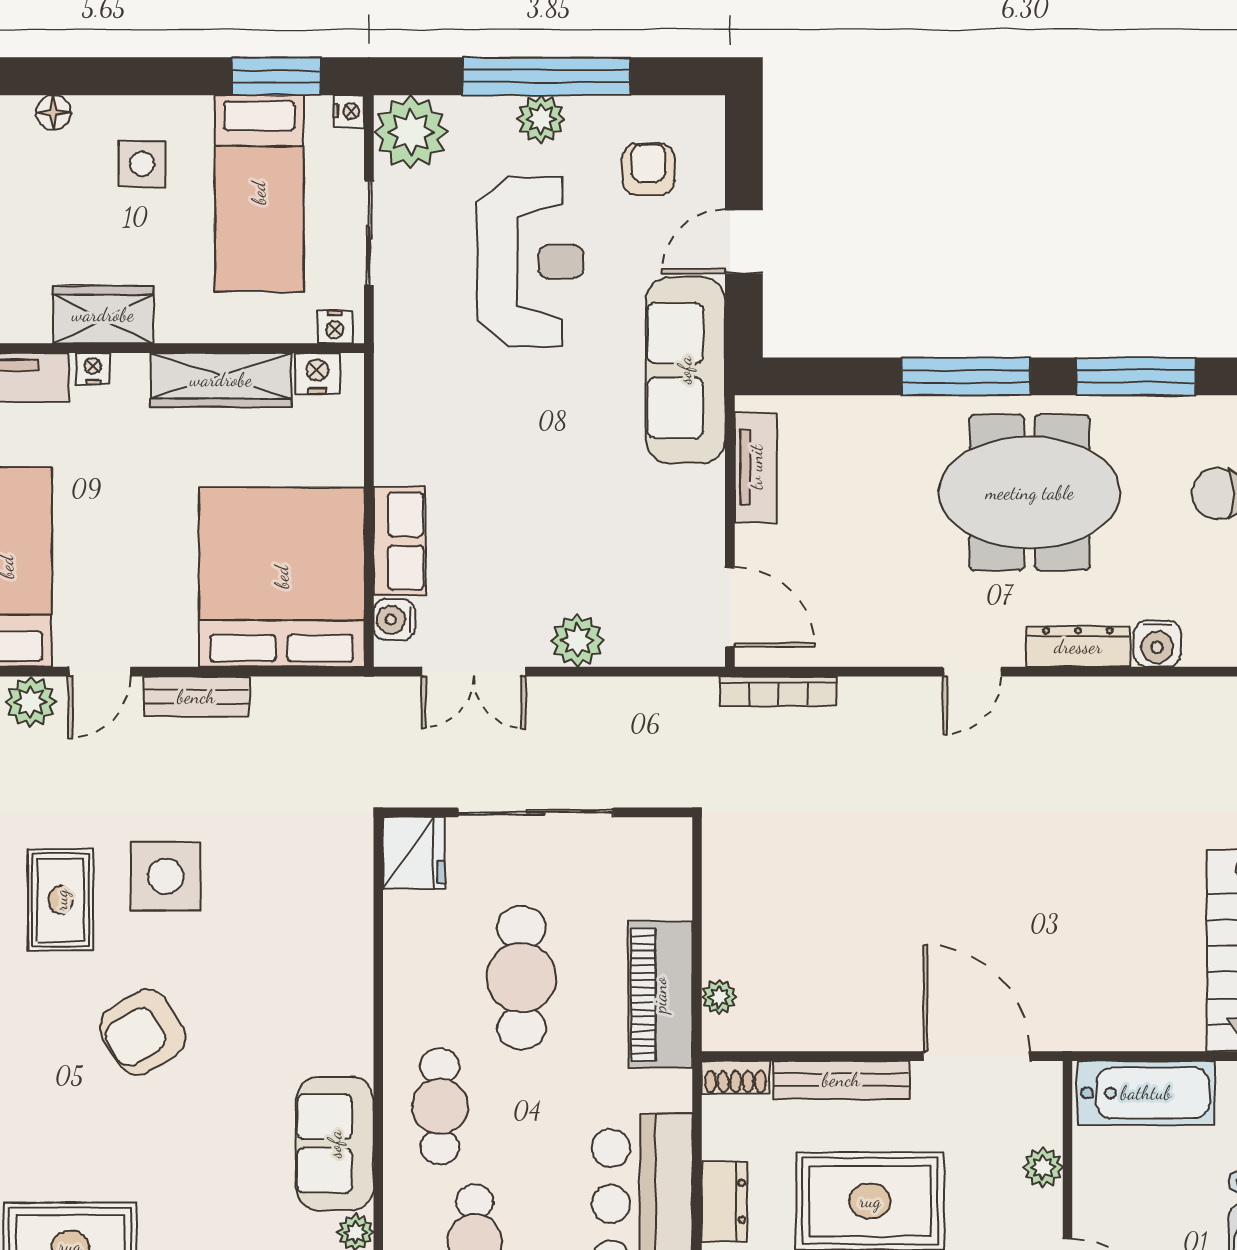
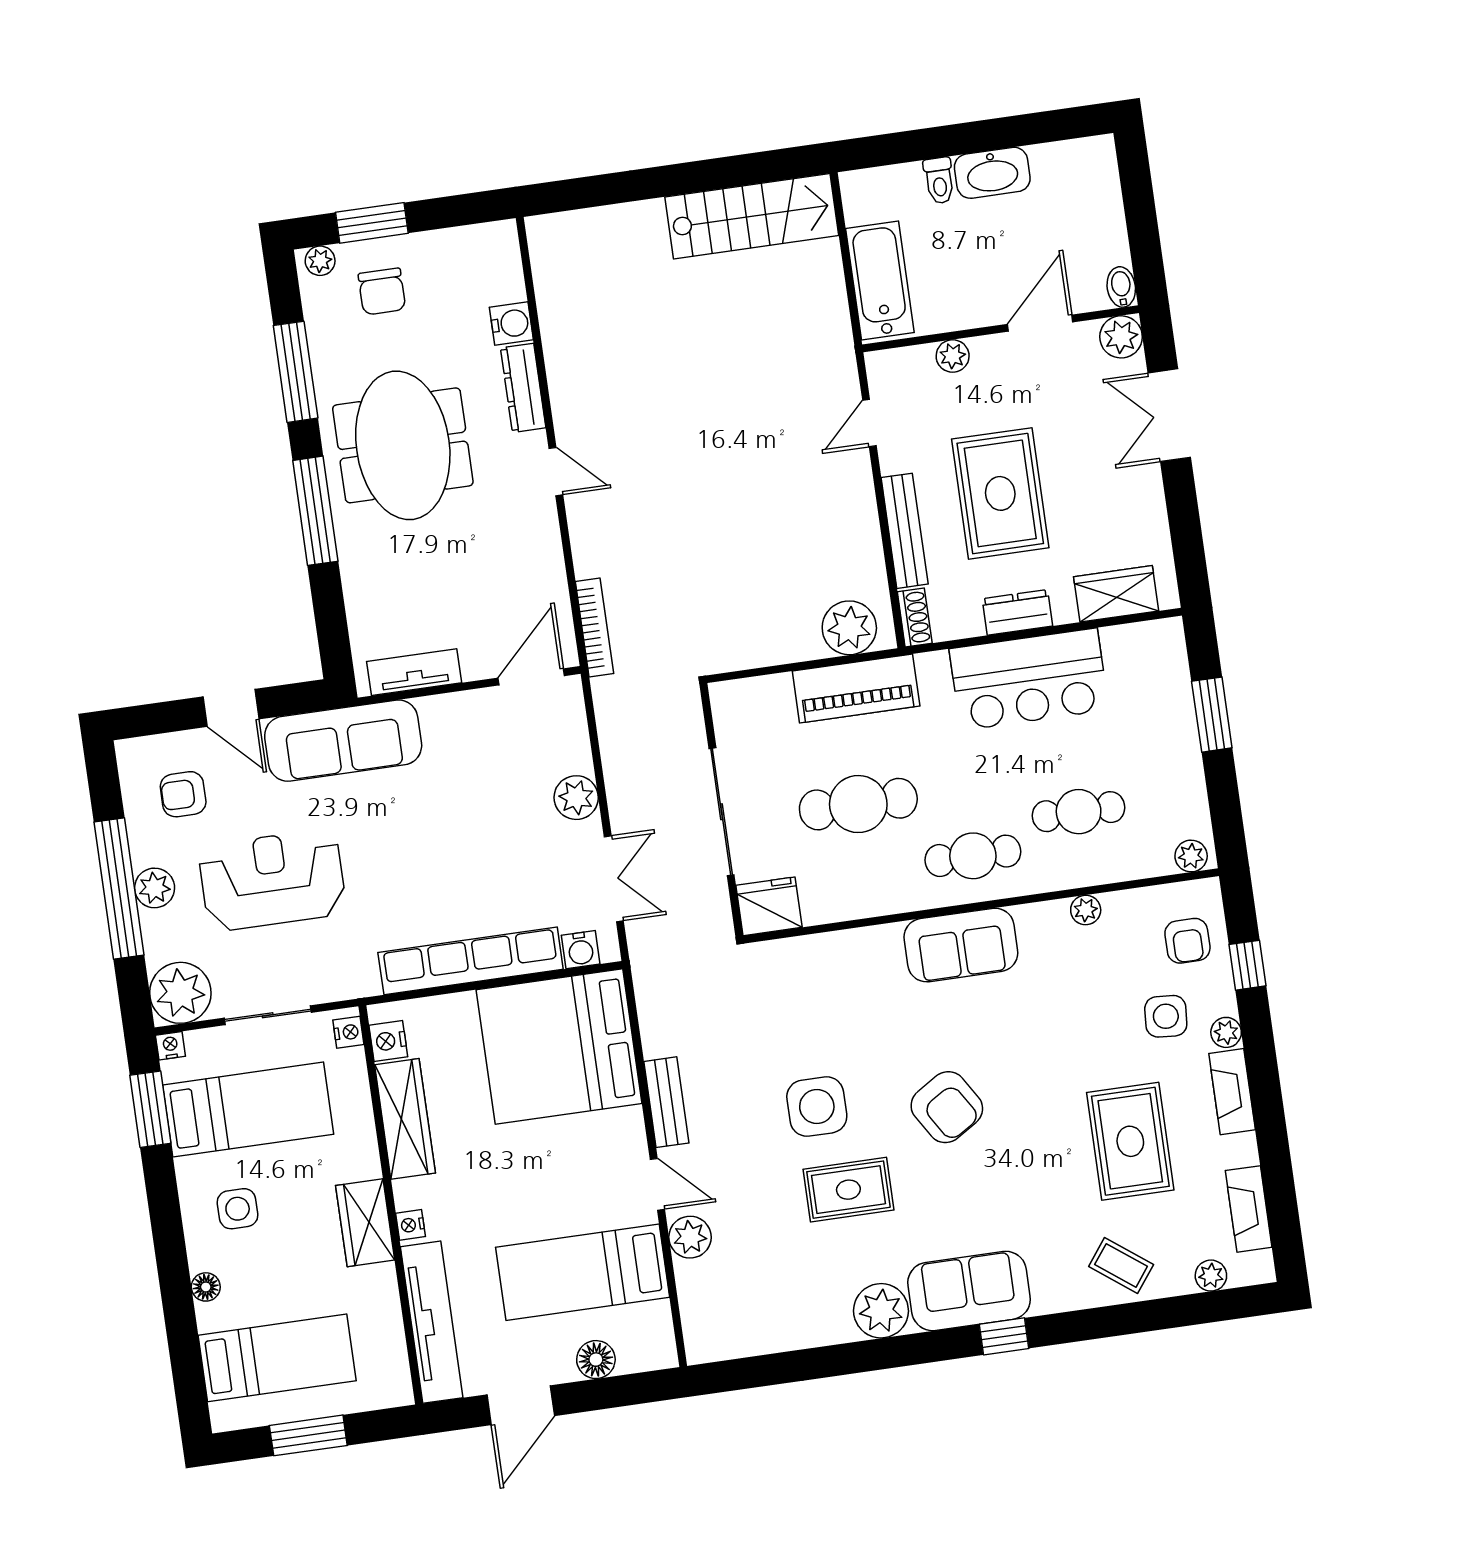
row of seats: (400, 541) -> (471, 961), width x2.02
plant: (719, 997) -> (849, 628), width x1.87, depth x1.87
door: (977, 1056) -> (869, 423), width x0.53
sofa: (335, 1144) -> (961, 945), moved

